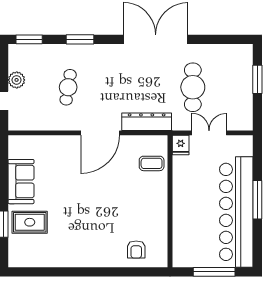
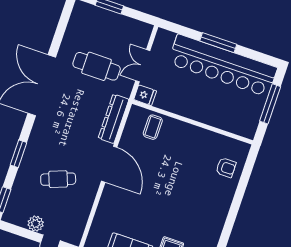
cafe table: (68, 87) -> (58, 179), turned -30

